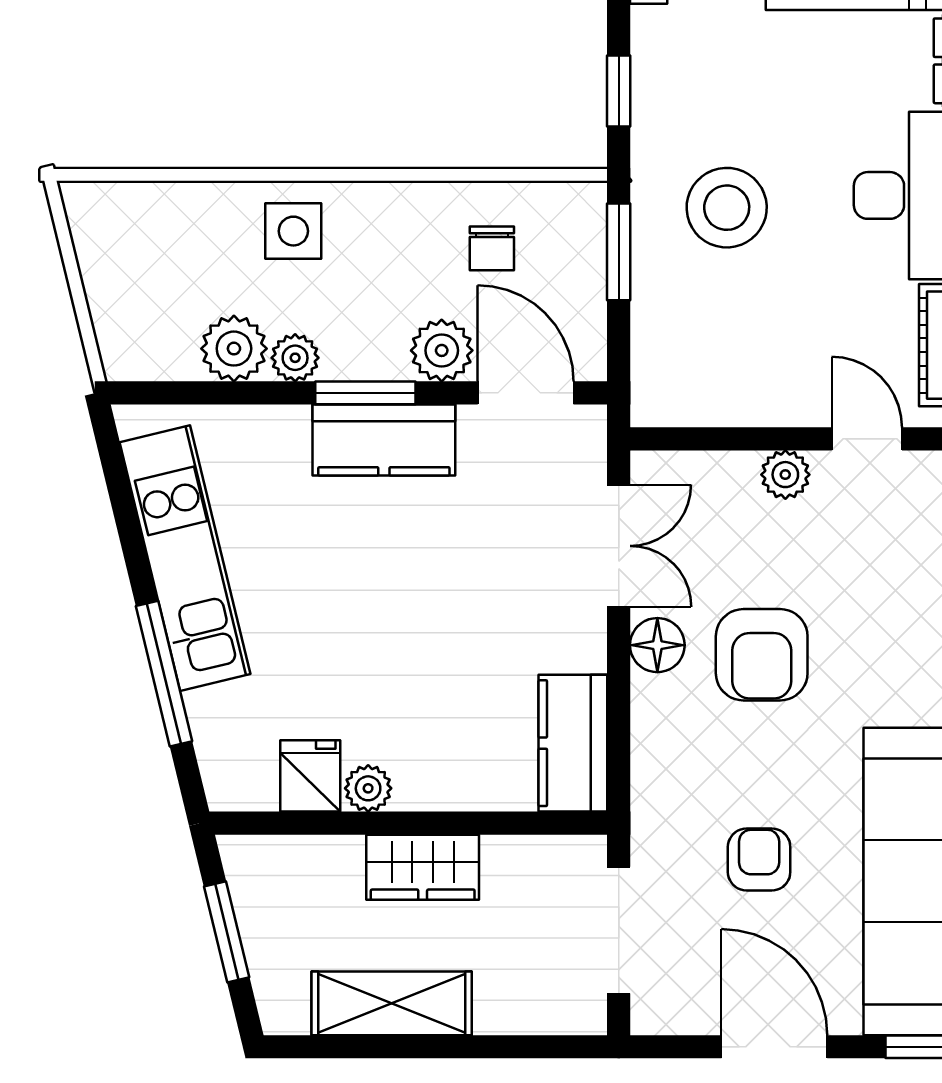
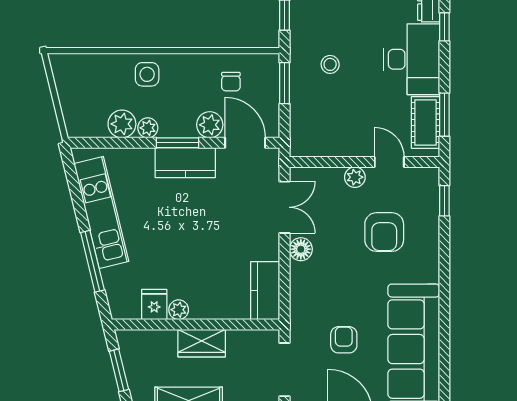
stool: (727, 208) -> (330, 64), width x0.53, depth x0.53
armchair: (762, 655) -> (384, 232), moved

